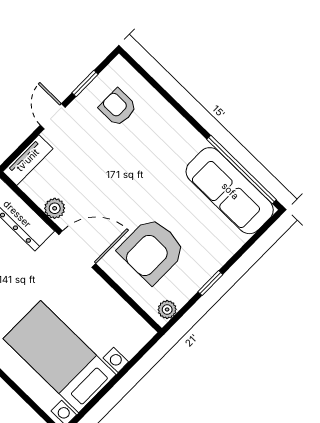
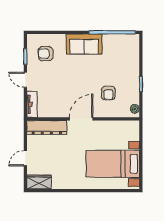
sofa: (230, 191) -> (84, 44), moved, width x0.73
plant: (55, 208) -> (59, 112), removed
armchair: (152, 250) -> (108, 93), width x0.53, depth x0.53

